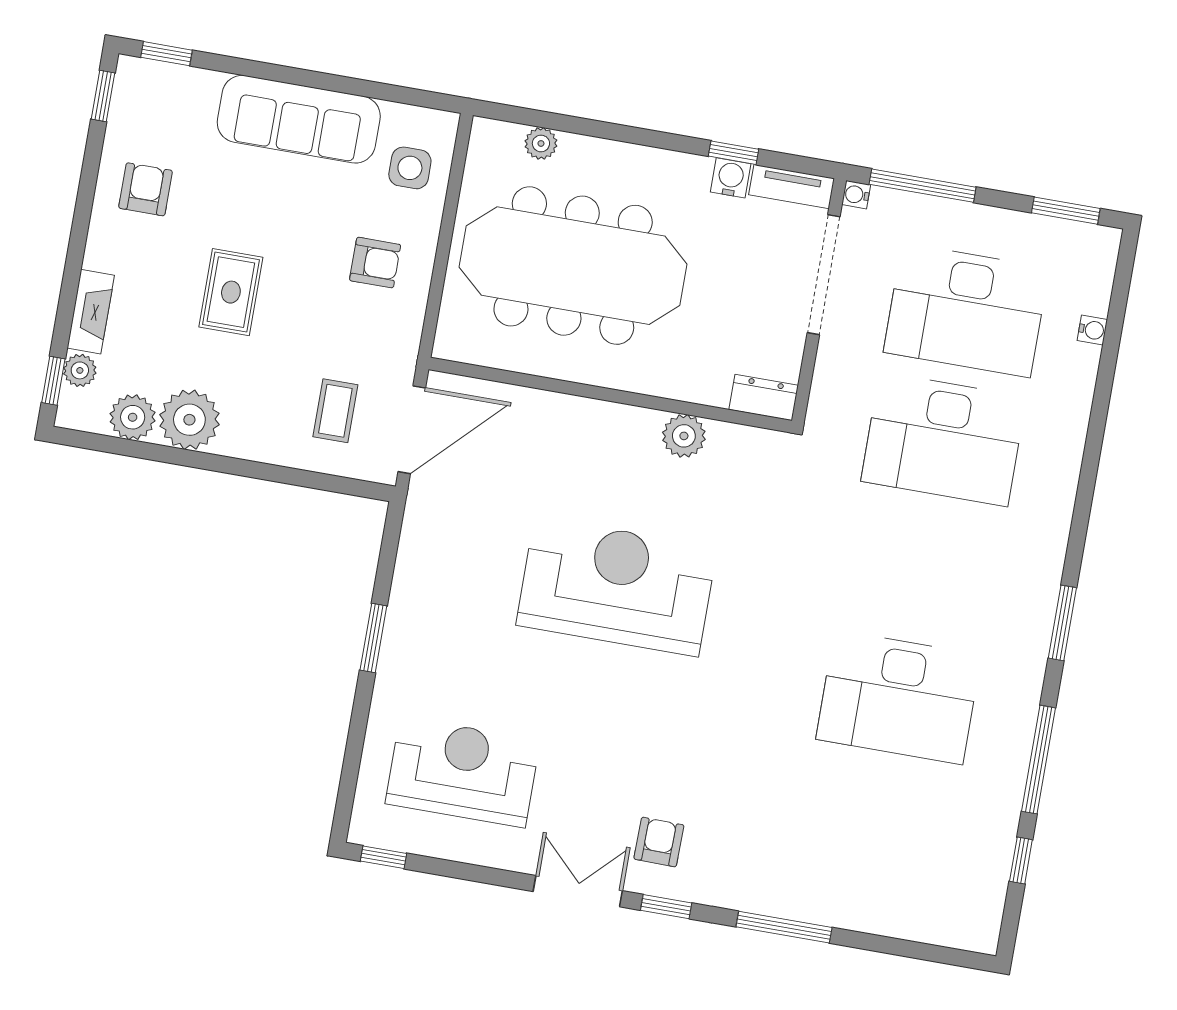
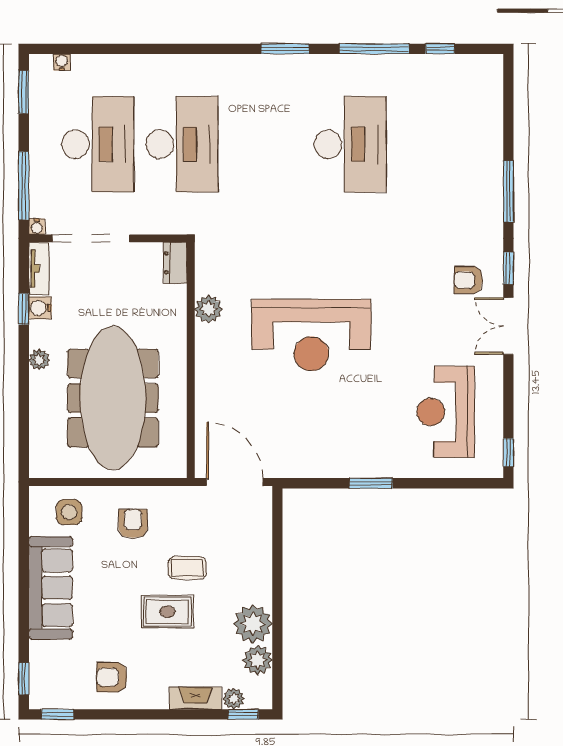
plant: (541, 143) -> (39, 360), moved
water cooler: (1092, 330) -> (62, 62), moved
coffee table: (335, 411) -> (187, 568), moved
reception desk: (617, 586) -> (311, 335), turned -90

